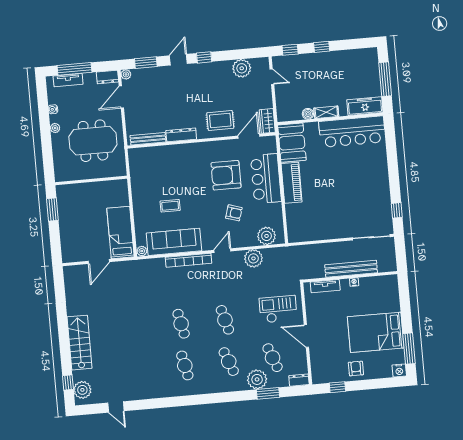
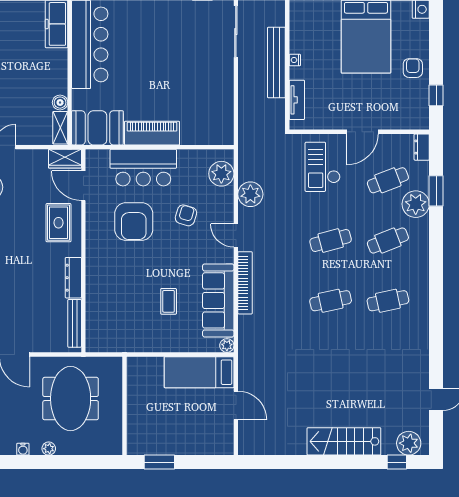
shelving: (326, 112) -> (60, 128), moved
armchair: (356, 368) -> (413, 68), turned 90

